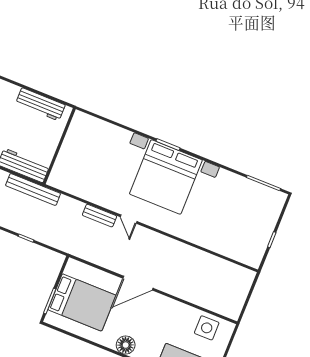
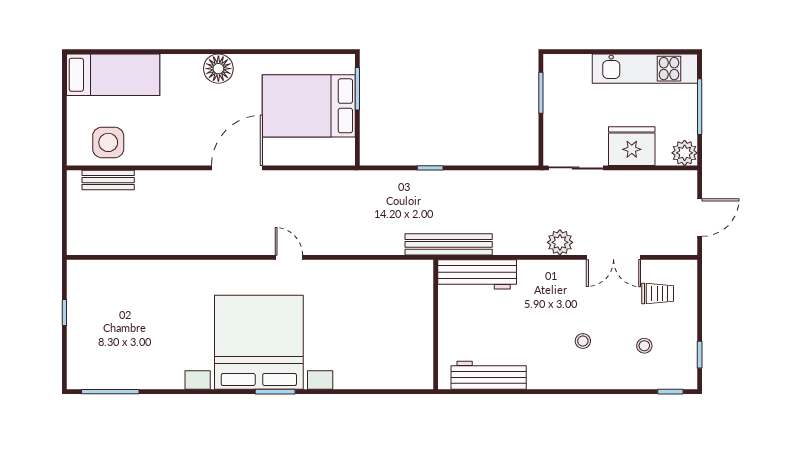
bench: (100, 216) -> (108, 180), moved

